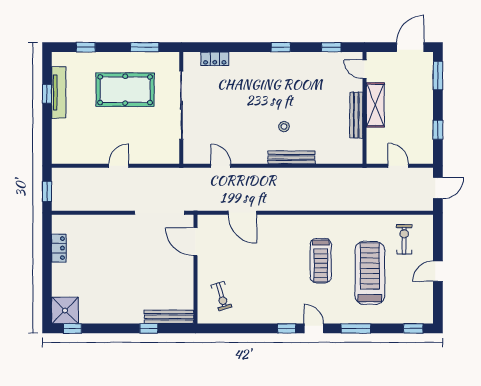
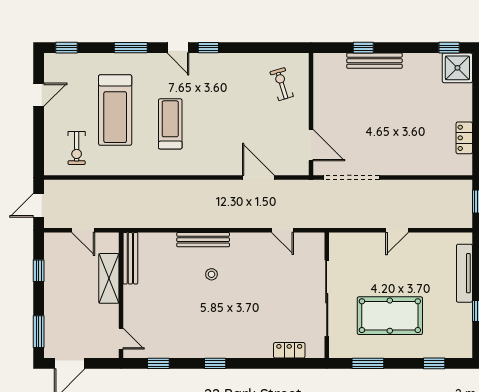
tv unit: (59, 92) -> (464, 273), moved
shelving: (375, 105) -> (109, 278), moved
bench: (356, 115) -> (130, 258), moved
door: (438, 271) -> (39, 95), moved
bench: (169, 317) -> (374, 61), moved

